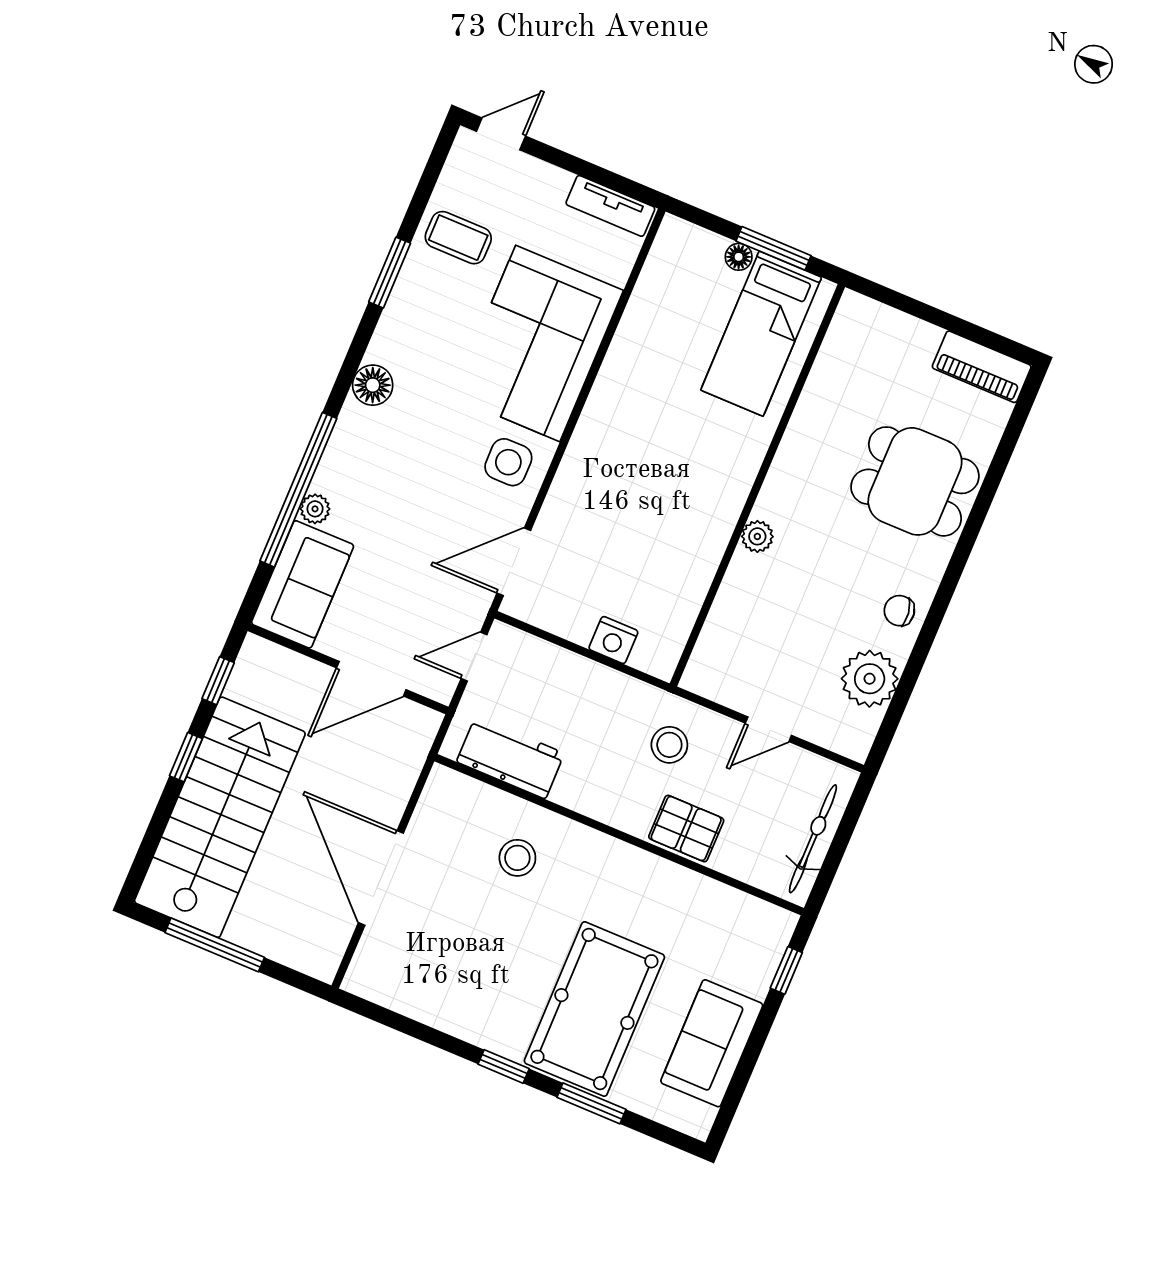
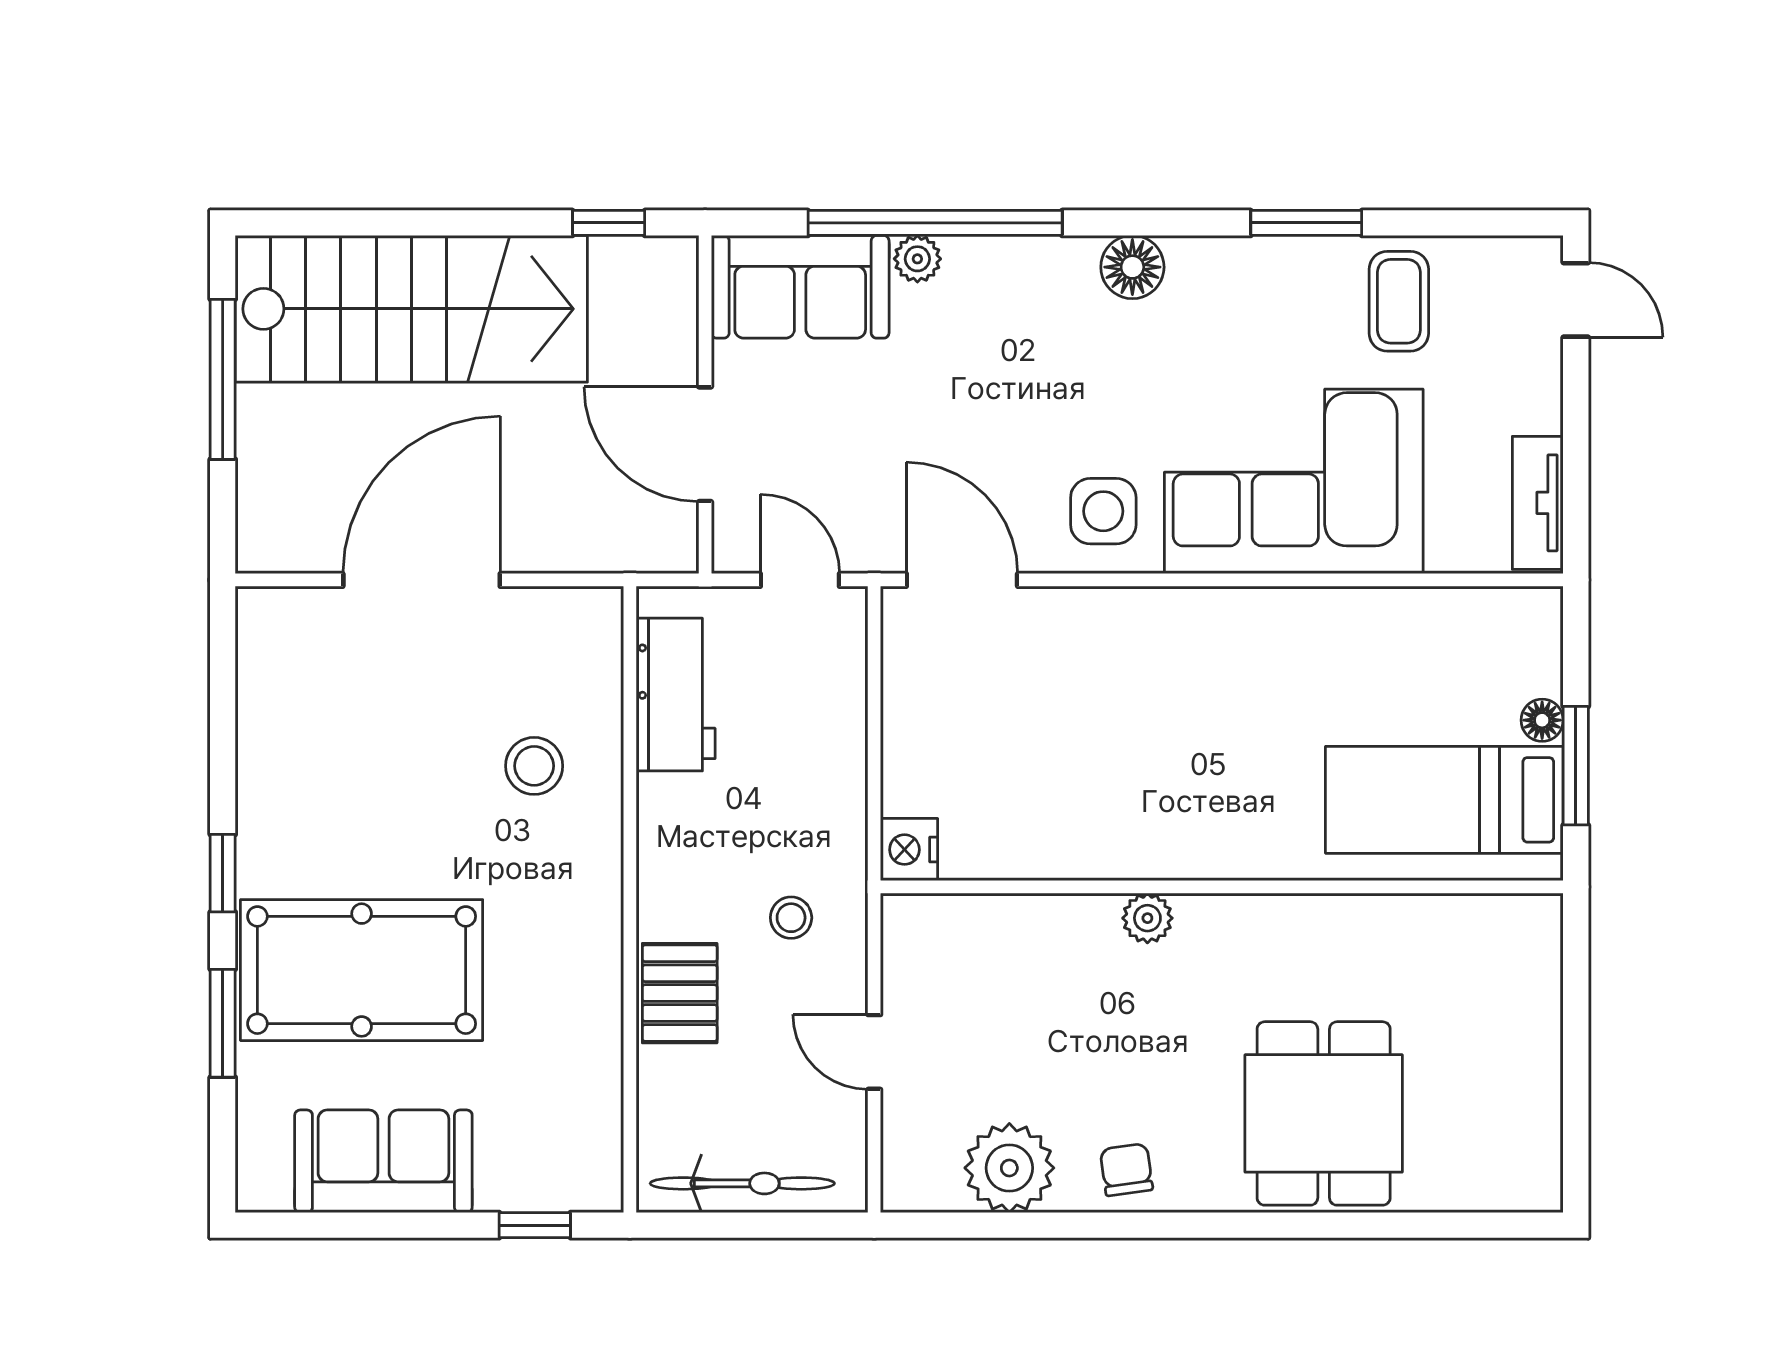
piano: (982, 367) -> (1531, 1140), removed
nightstand: (613, 640) -> (909, 850), moved
stool: (669, 745) -> (791, 918), width x0.73, depth x0.73
window: (186, 757) -> (478, 223), removed

